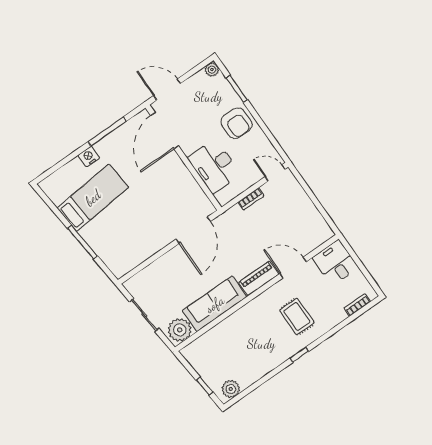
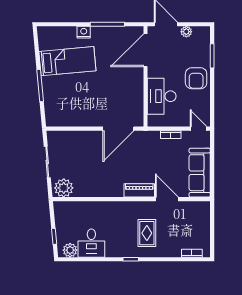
plant: (212, 70) -> (186, 32), moved
desk: (335, 263) -> (91, 243), moved, turned 180
sofa: (215, 304) -> (200, 173), moved, turned -90

